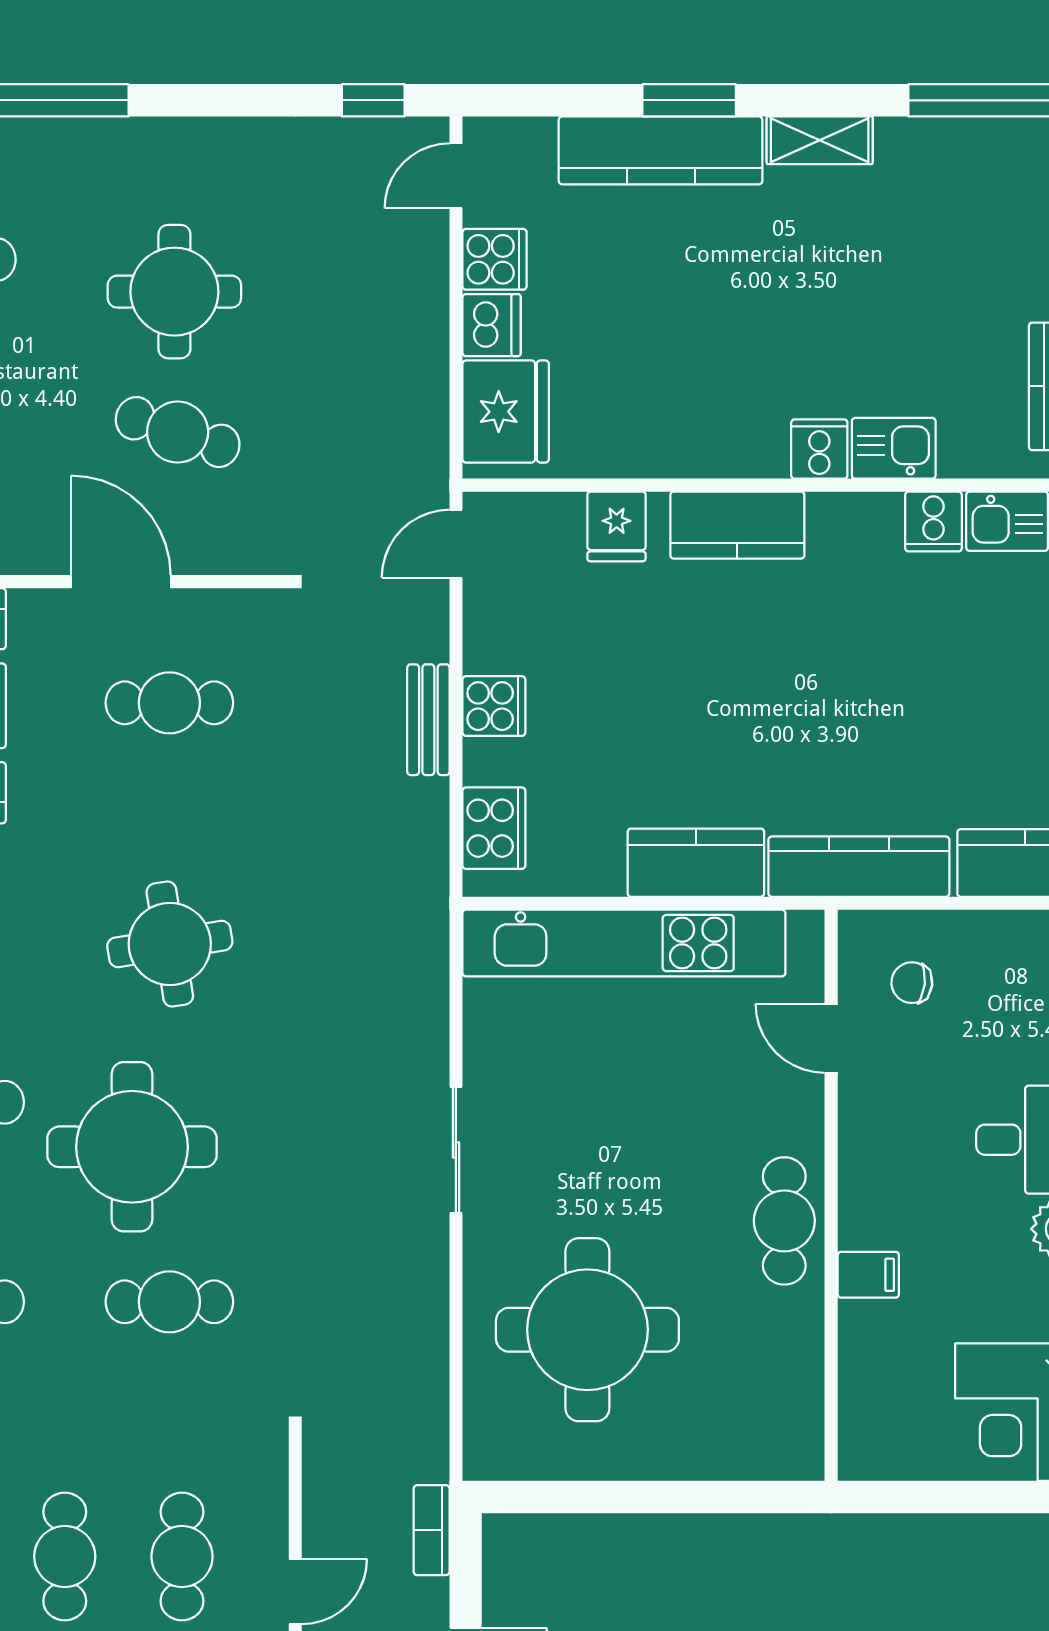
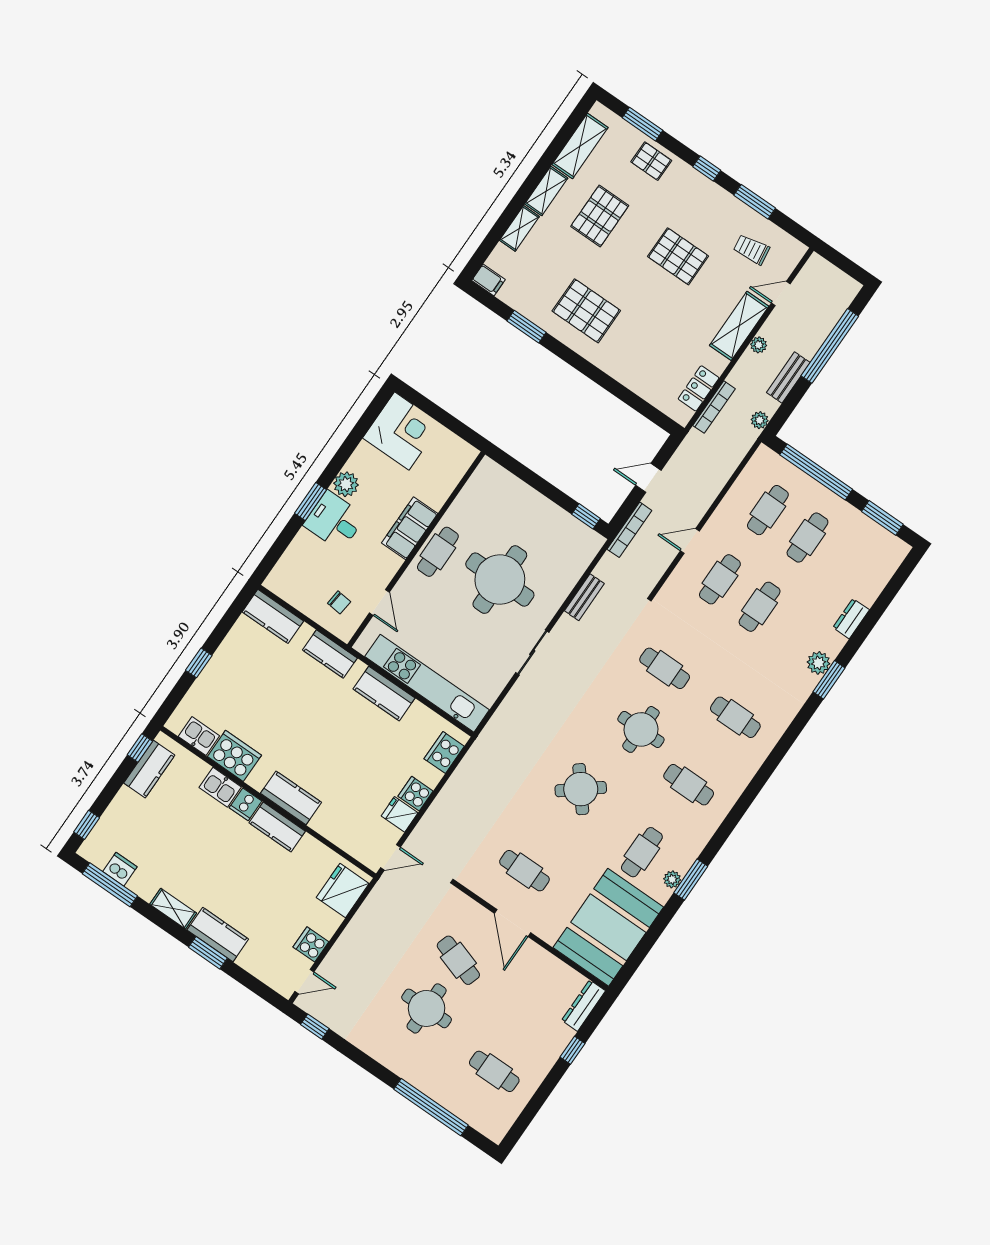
kitchen counter: (661, 150) -> (218, 934), width x0.67
dishwasher: (491, 325) -> (120, 869), moved, turned 90
kitchen counter: (725, 448) -> (277, 827), added
cooker: (933, 522) -> (234, 756), width x1.87, depth x1.31
fridge: (617, 526) -> (400, 814), moved, turned -90
bench: (428, 720) -> (584, 597), moved
kitchen counter: (859, 867) -> (330, 654), width x0.67
round table: (170, 944) -> (581, 789), turned -30
round table: (132, 1147) -> (641, 729), width x0.73, depth x0.73
filing cabinet: (868, 1275) -> (410, 528), width x3.00, depth x1.17
round table: (587, 1330) -> (500, 580), moved
window: (537, 1497) -> (586, 516), added
bookcase: (432, 1530) -> (629, 530), width x1.56

